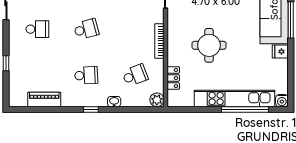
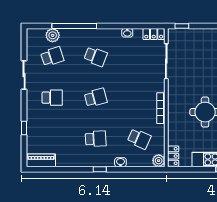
school desk: (135, 75) -> (139, 139), turned 45
locker: (173, 78) -> (173, 156), moved
piano: (44, 99) -> (41, 160), moved

